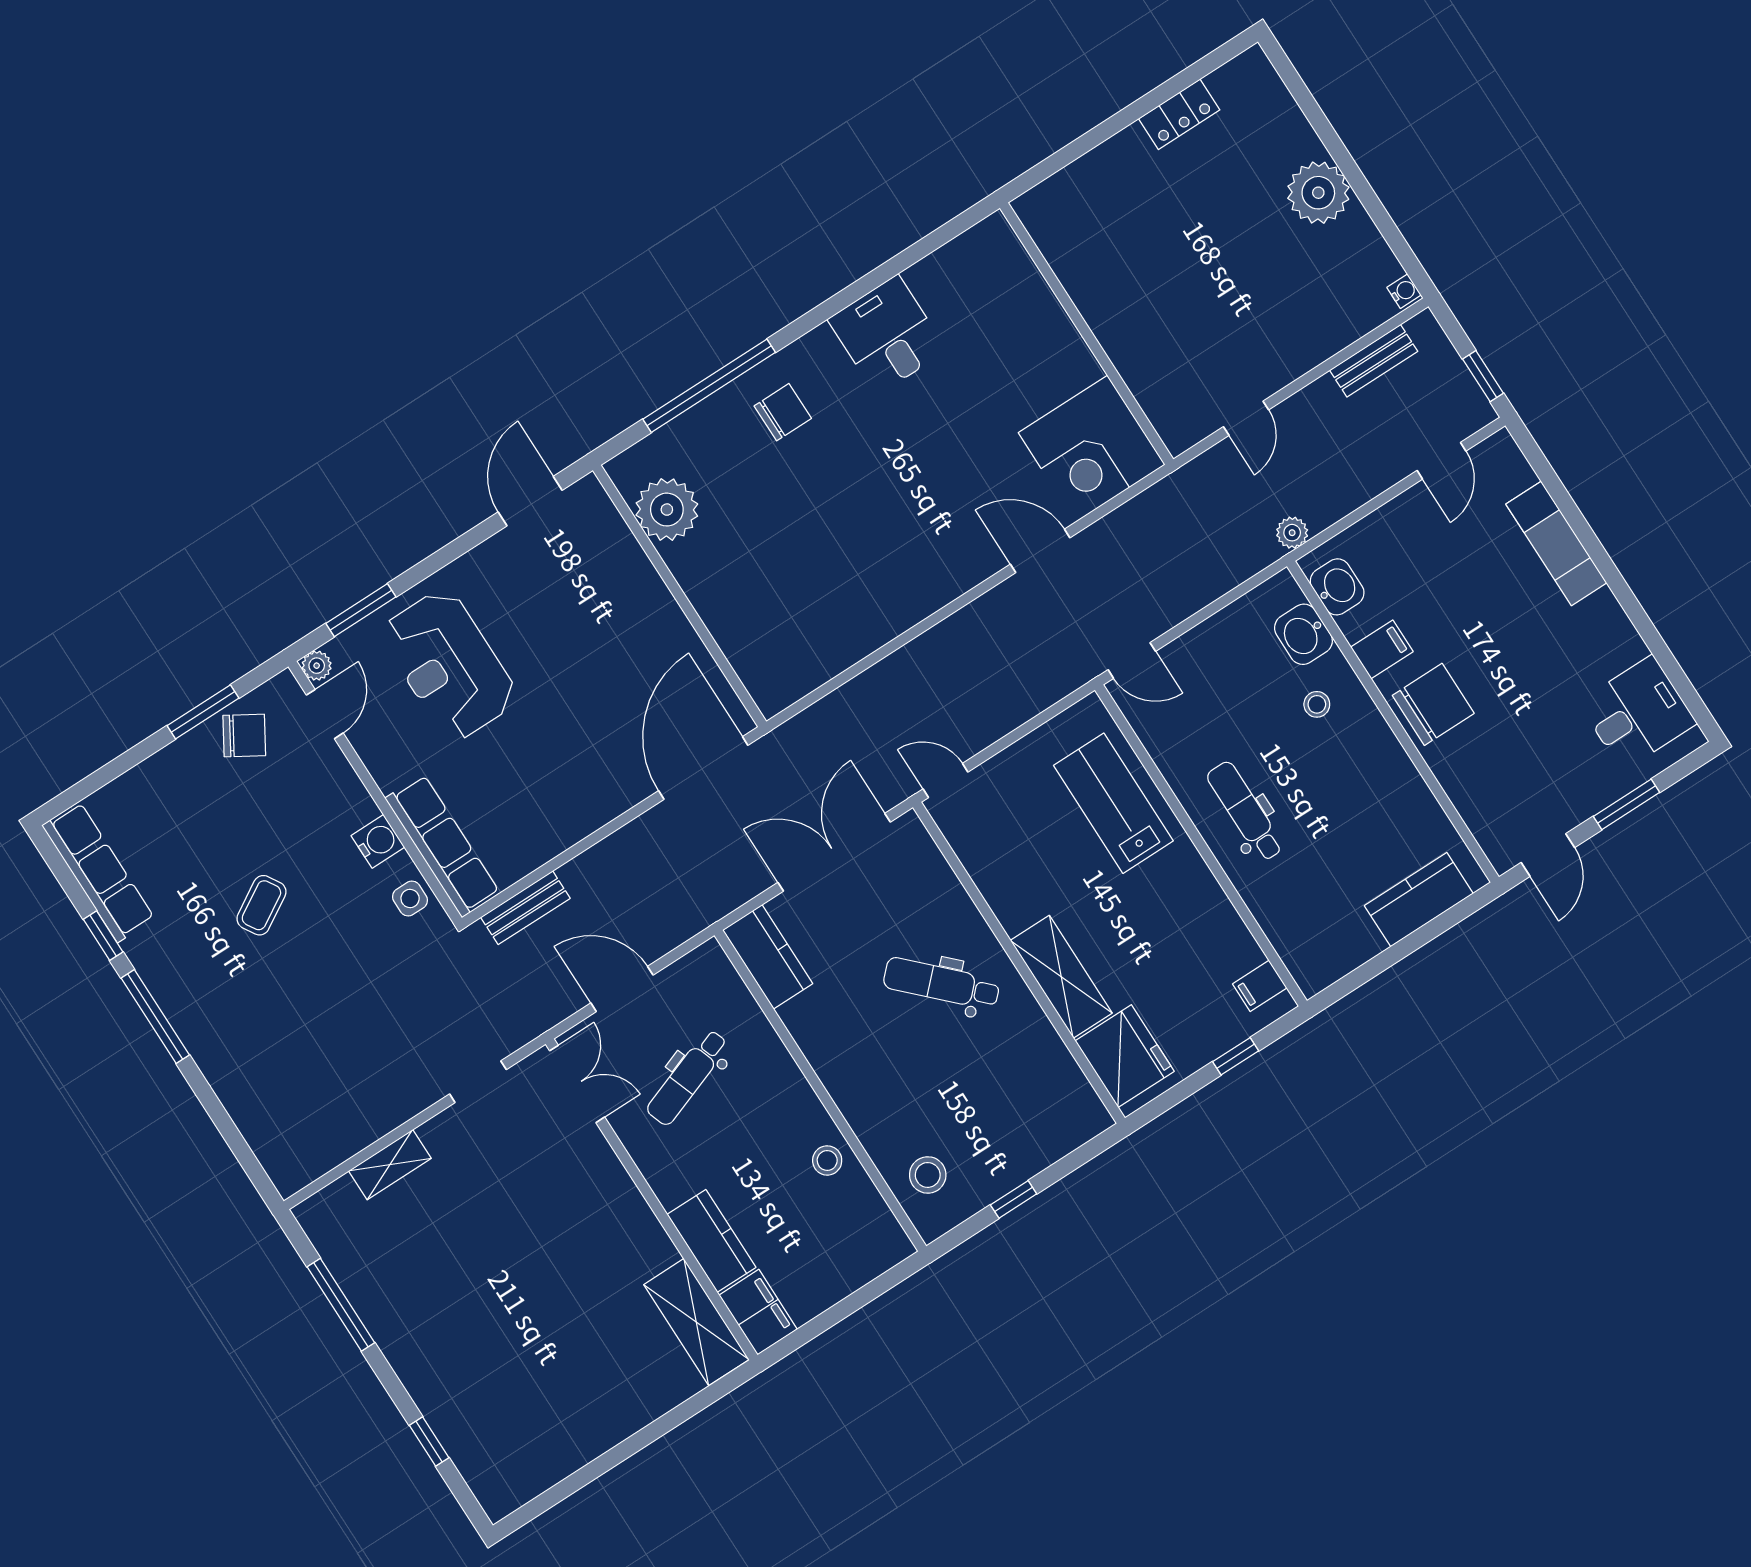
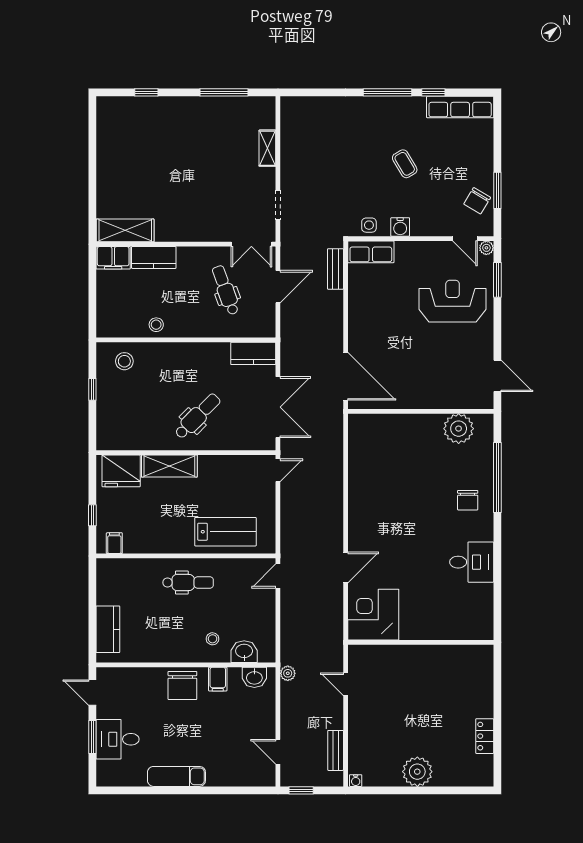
exam couch: (1556, 544) -> (176, 776), moved
desk: (1637, 713) -> (118, 739), moved, turned 90
row of seats: (443, 846) -> (371, 252), width x0.68

